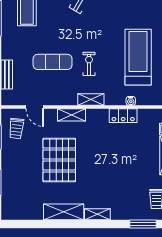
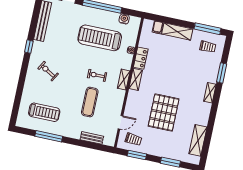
shelving: (71, 115) -> (136, 79), moved
pallet: (59, 160) -> (164, 113), turned 90
shelving: (64, 212) -> (198, 140), moved
window: (143, 224) -> (222, 73), moved

